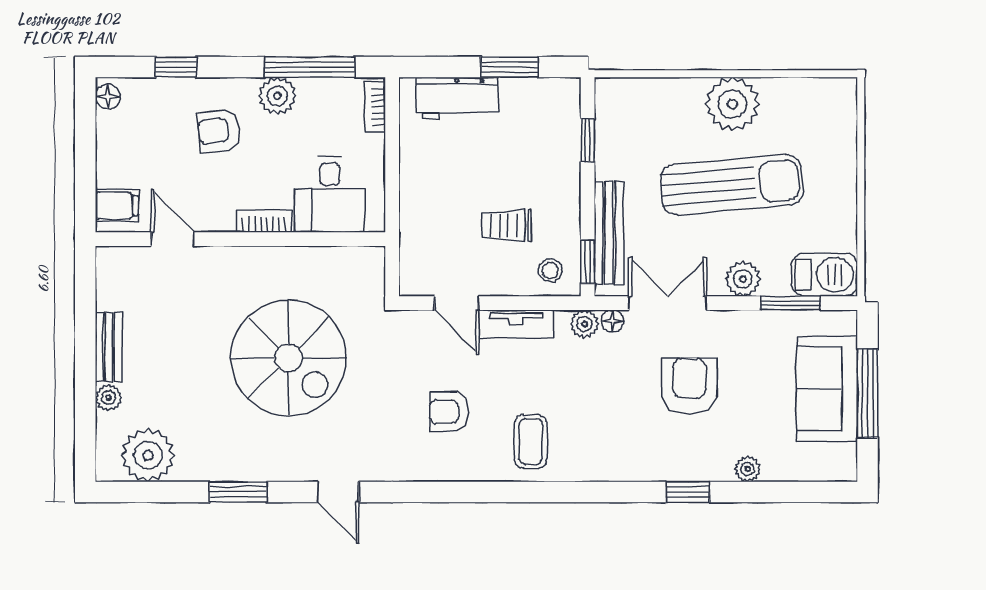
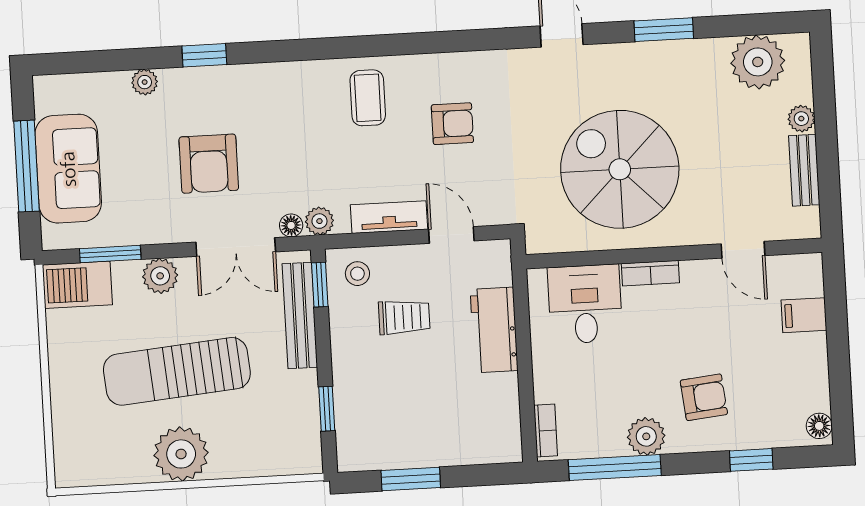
workbench: (457, 98) -> (494, 330), moved, turned -90
desk: (330, 195) -> (585, 304), moved
bookcase: (264, 221) -> (650, 273), moved
door: (173, 239) -> (743, 250), moved
wall: (240, 239) -> (674, 254), moved

